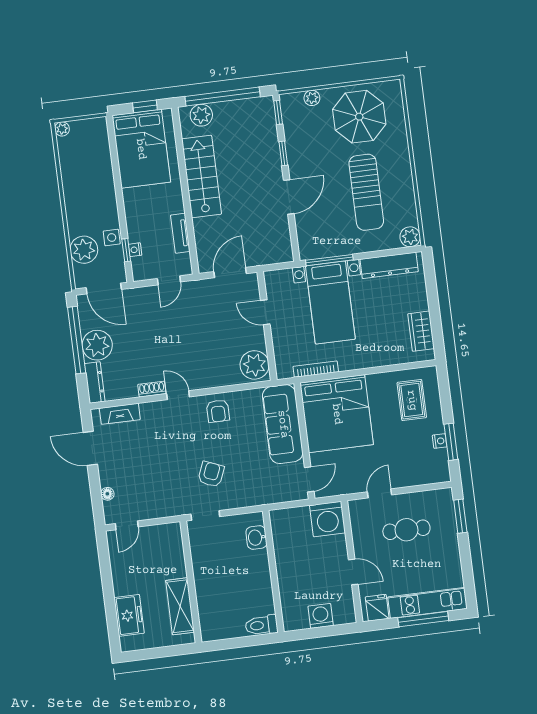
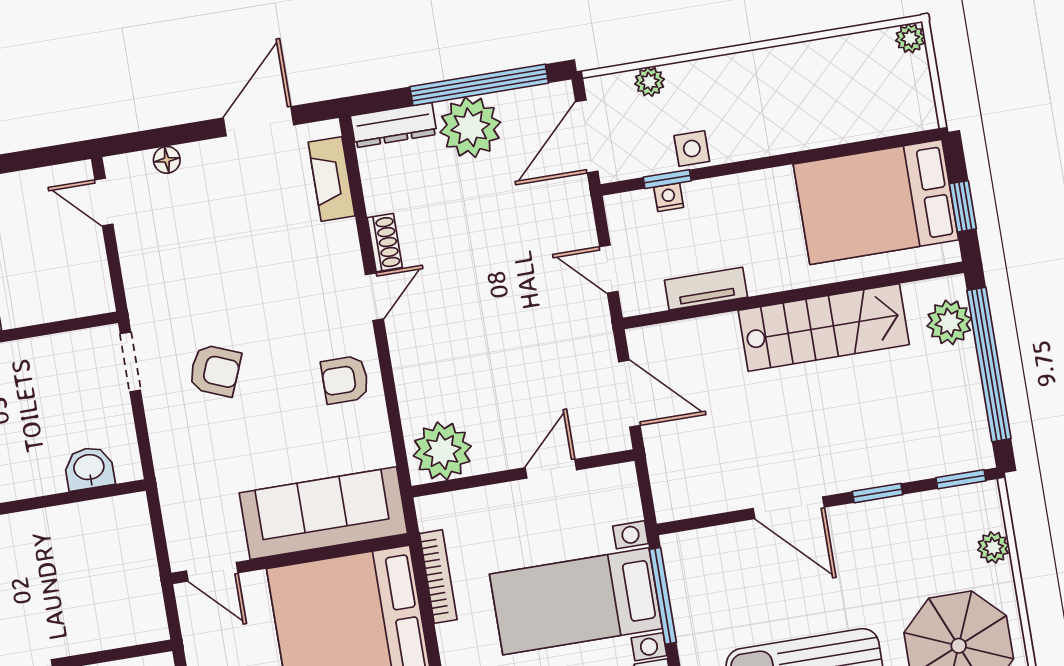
plant: (84, 250) -> (650, 82), width x0.53, depth x0.53
washing machine: (328, 519) -> (133, 612), removed

